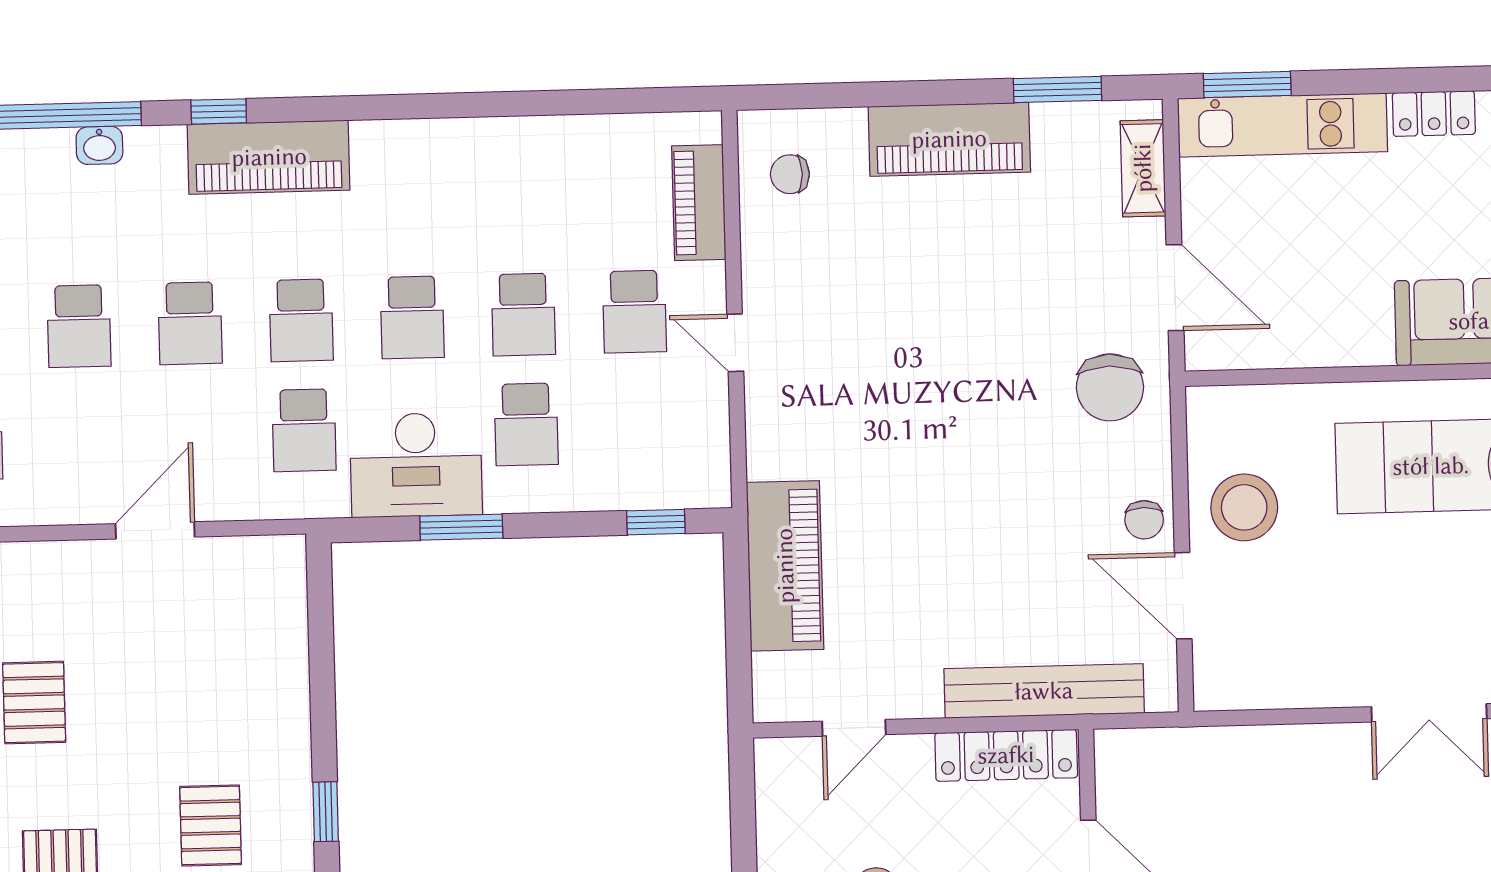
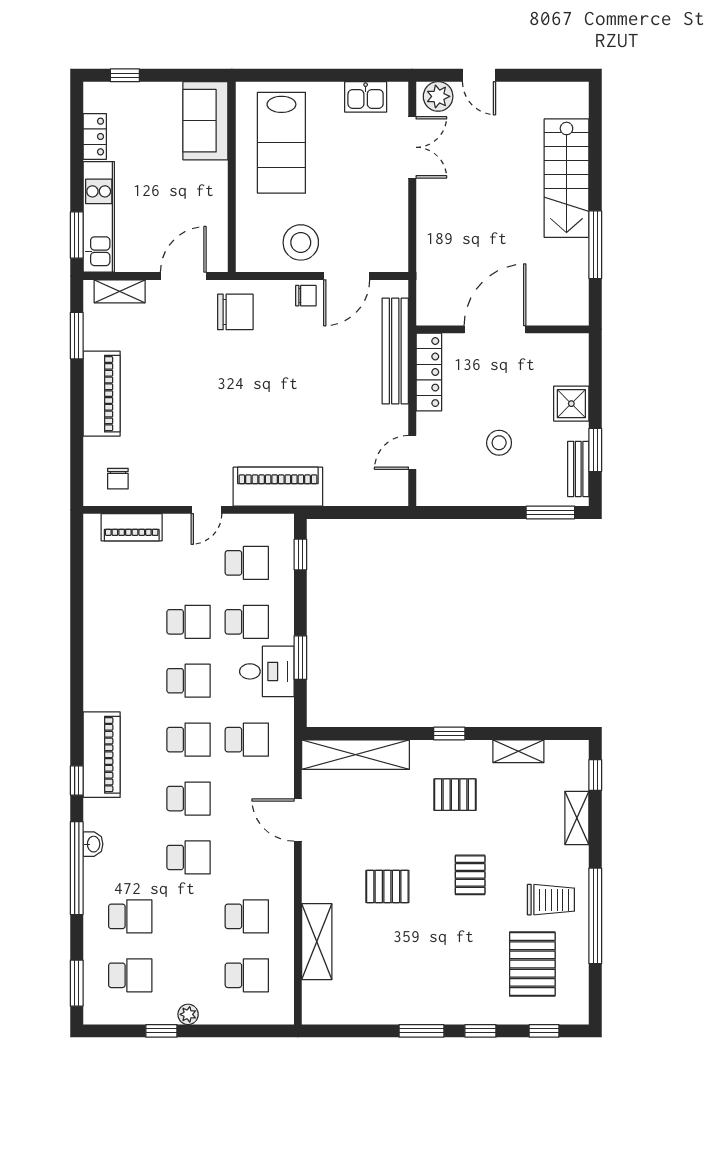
school desk: (634, 312) -> (247, 563), moved
desk: (416, 465) -> (267, 671), width x0.73
piano: (785, 566) -> (278, 487), moved
shelving: (281, 636) -> (356, 755), added
door: (854, 728) -> (412, 452), swing flipped

